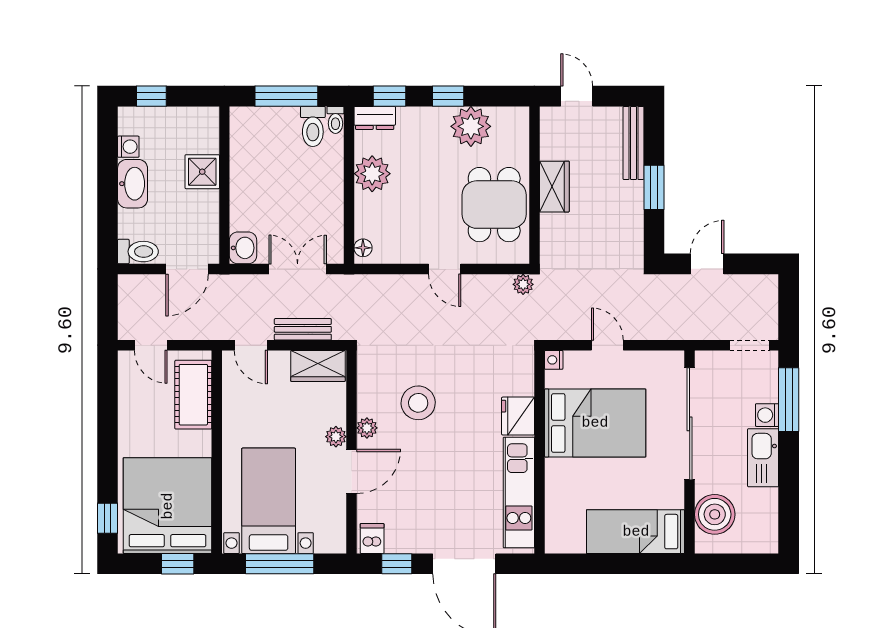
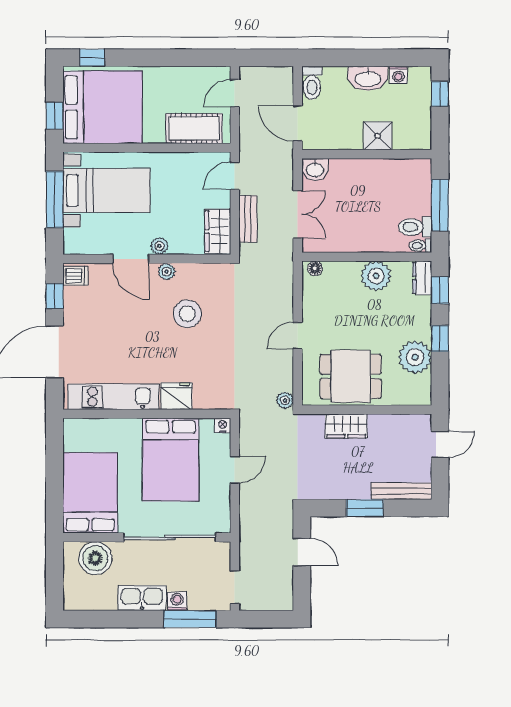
wardrobe: (554, 187) -> (346, 426), moved
bed: (636, 532) -> (90, 493), width x1.50

